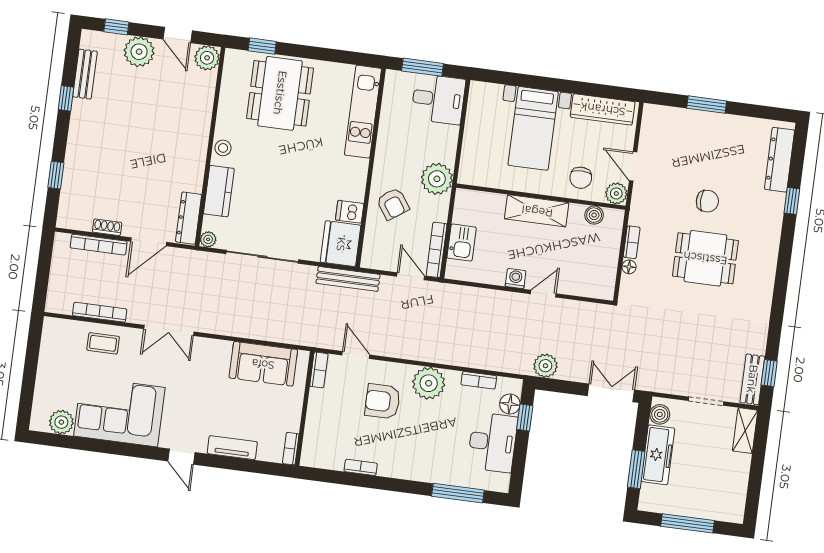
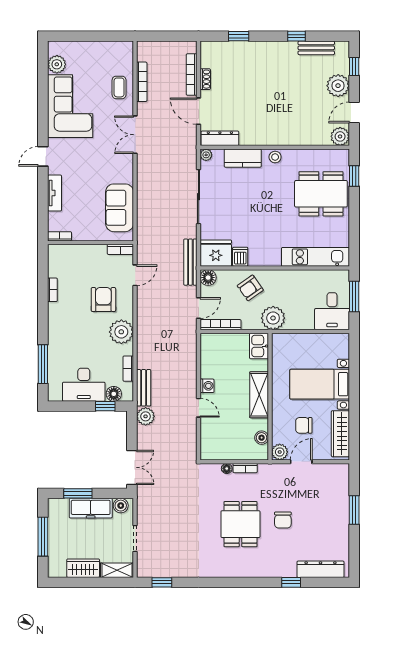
chair: (581, 178) -> (304, 425), moved
kitchen sink: (462, 243) -> (259, 346), moved, turned 90
floor lamp: (372, 258) -> (208, 278), added
bench: (752, 379) -> (144, 388), moved, turned 90
wardrobe: (737, 475) -> (83, 568), added

